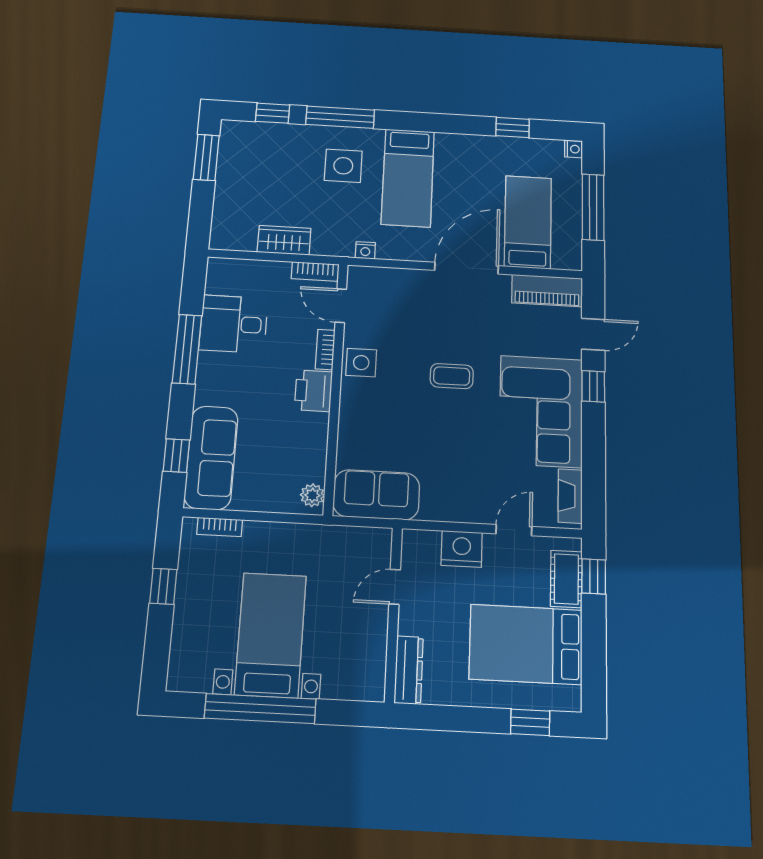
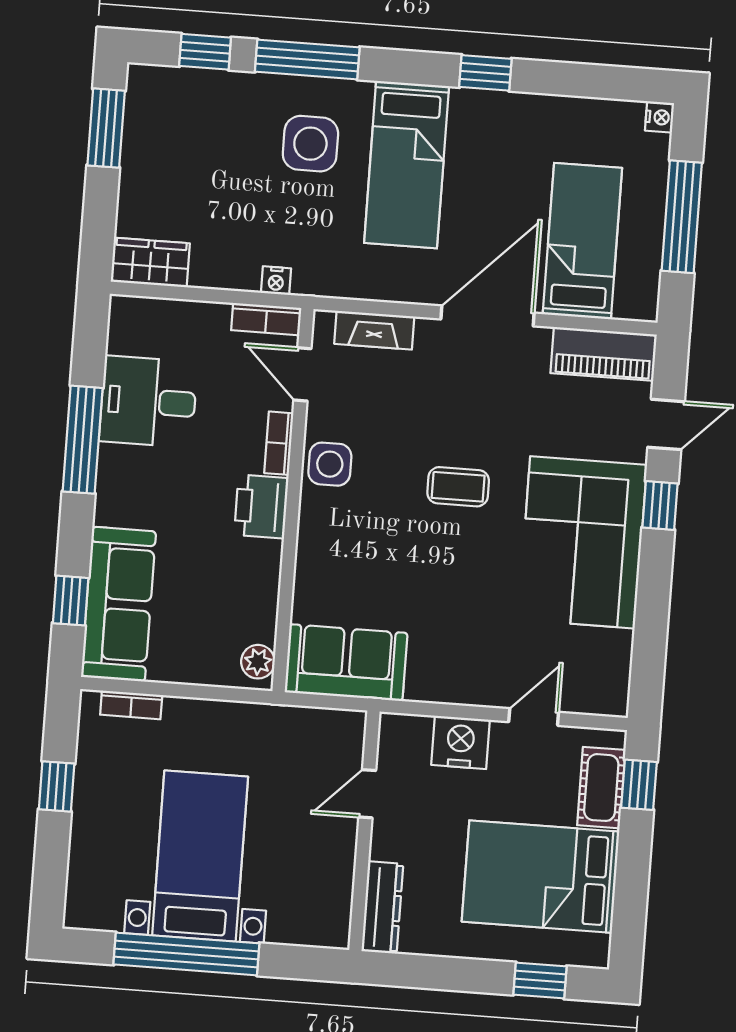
window: (513, 128) -> (485, 73), moved
wardrobe: (284, 240) -> (150, 262), moved
nightstand: (365, 250) -> (276, 281), moved
fireplace: (570, 496) -> (374, 330), moved, turned -90

